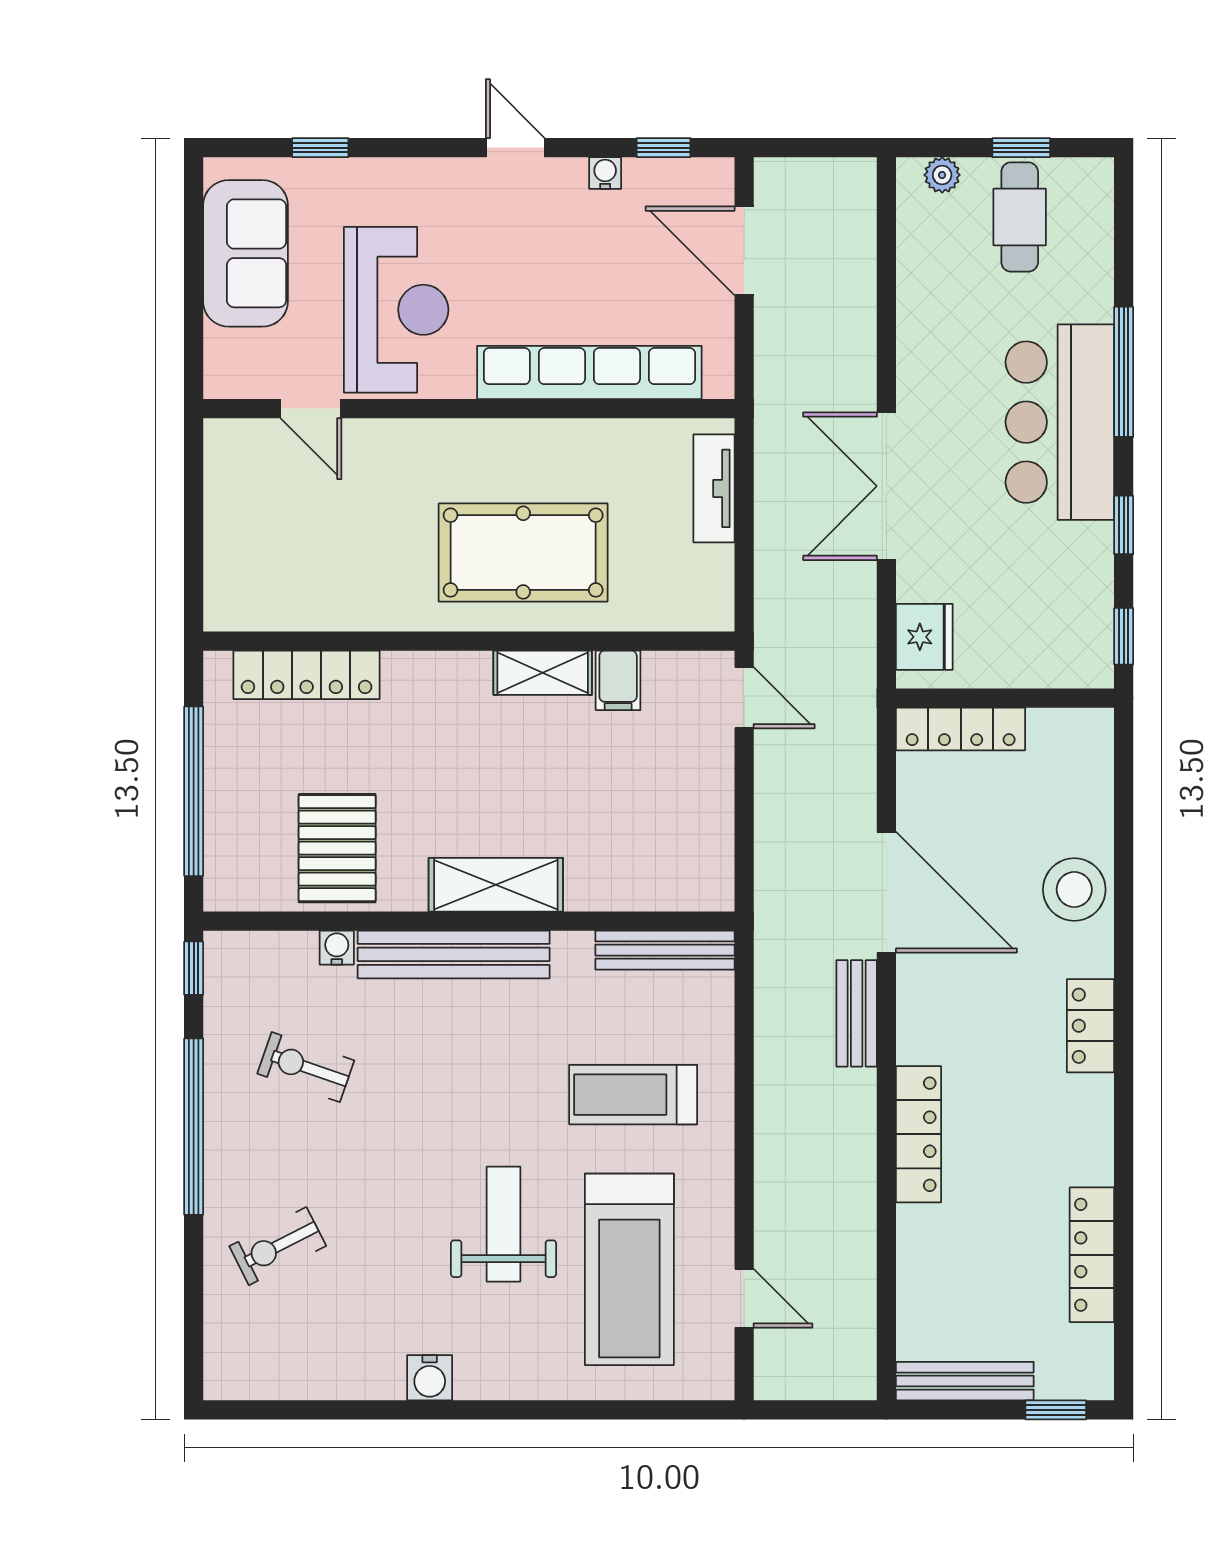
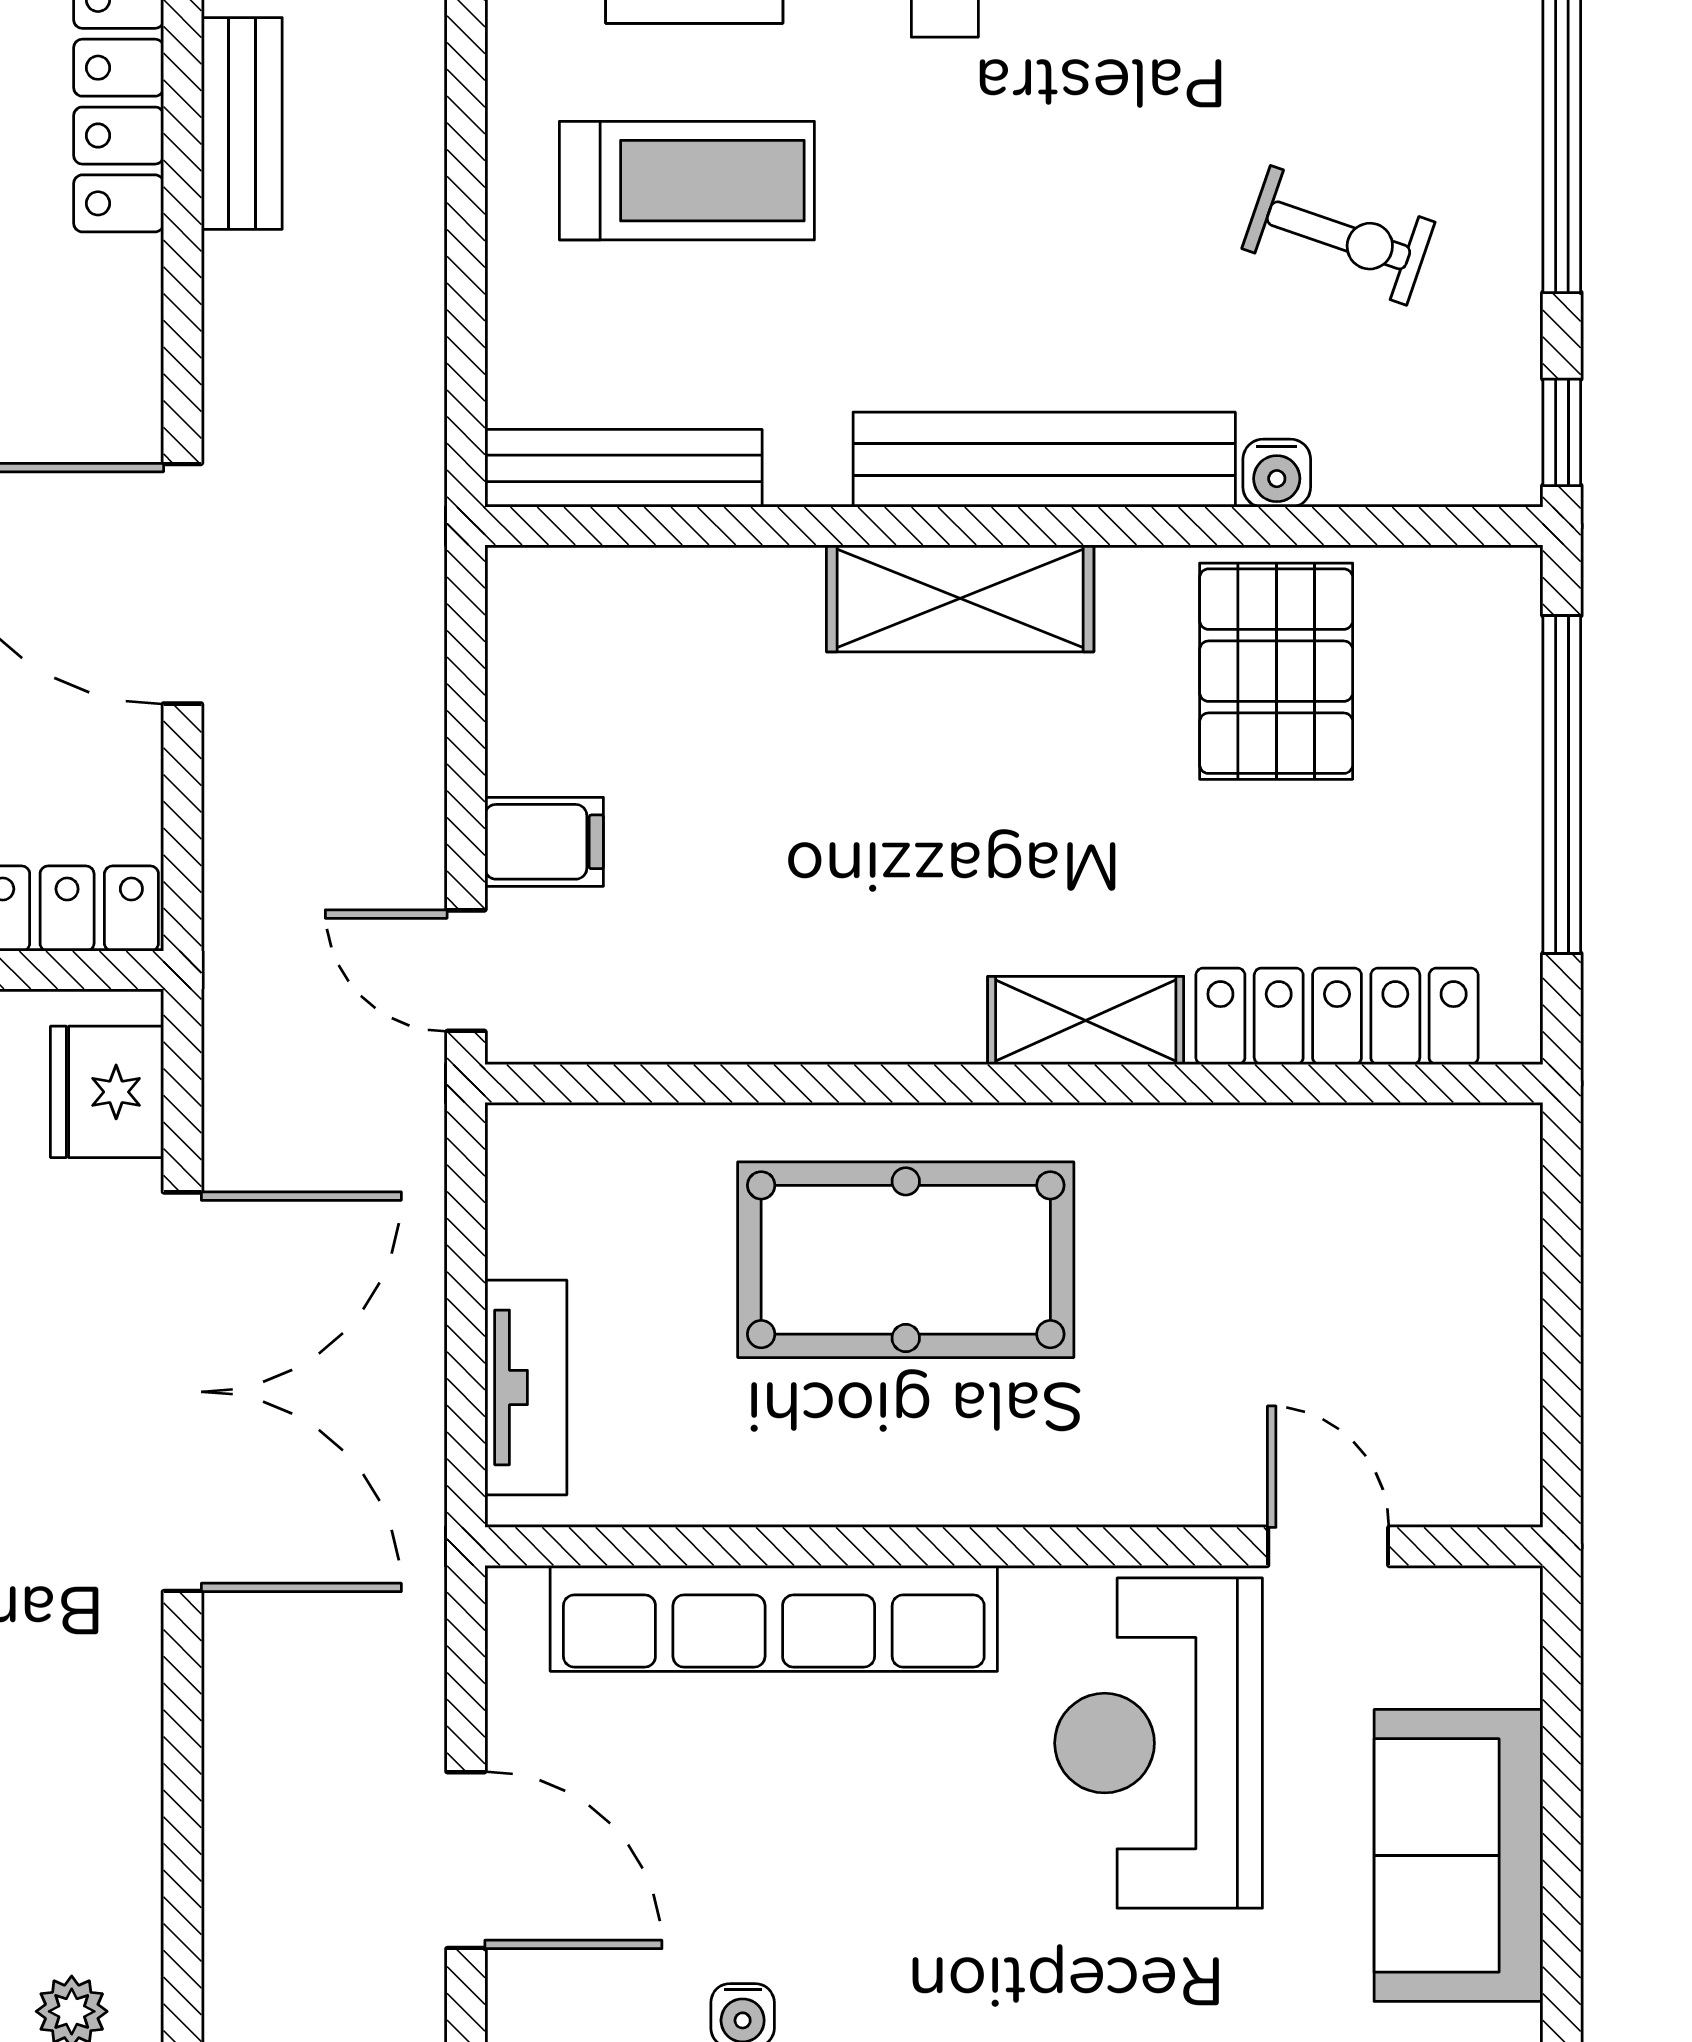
double door: (886, 486) -> (182, 1392), width x1.36
shelving: (543, 673) -> (1086, 1020), moved
filing cabinet: (618, 680) -> (544, 842), moved, turned 90
bench: (857, 1013) -> (242, 123), moved

